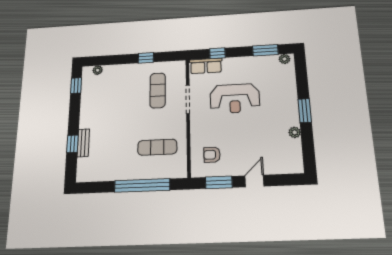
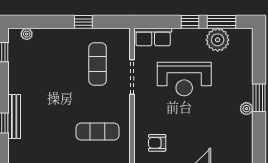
window: (217, 53) -> (190, 22), moved
plant: (284, 59) -> (218, 40), moved, width x1.88, depth x1.88
plant: (295, 132) -> (246, 109), moved
bench: (83, 143) -> (14, 116), width x1.36

